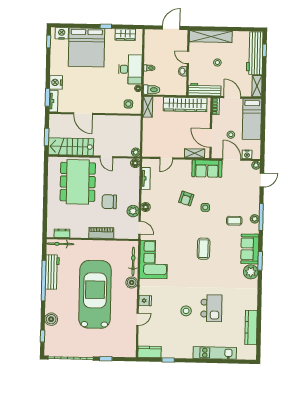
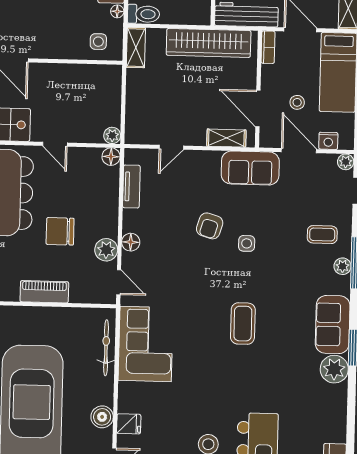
coffee table: (234, 221) -> (322, 235), moved
boiler: (132, 282) -> (102, 417), moved

